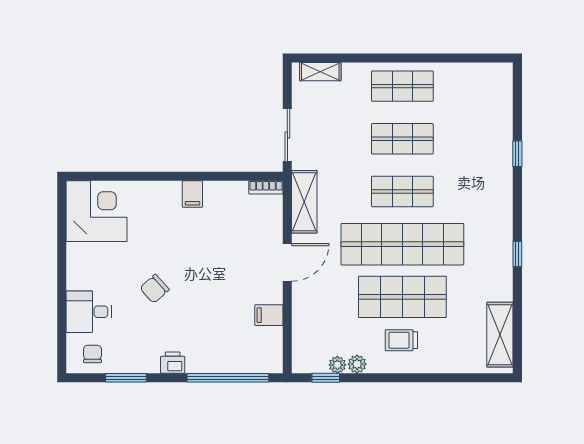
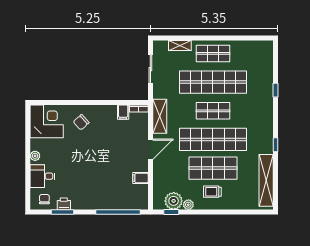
shelving: (320, 72) -> (180, 46), moved
sliding door: (287, 135) -> (150, 69), moved
shop shelf: (402, 139) -> (213, 82), width x2.00, depth x1.36
filing cabinet: (192, 194) -> (123, 112), moved
plant: (75, 274) -> (35, 156), added
chair: (155, 289) -> (81, 122), moved
shelving: (500, 335) -> (266, 180), width x1.47
printer: (173, 363) -> (64, 204), moved
plant: (337, 365) -> (174, 201), width x1.88, depth x1.88

